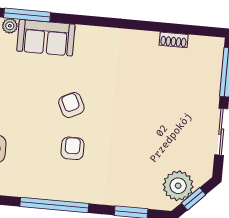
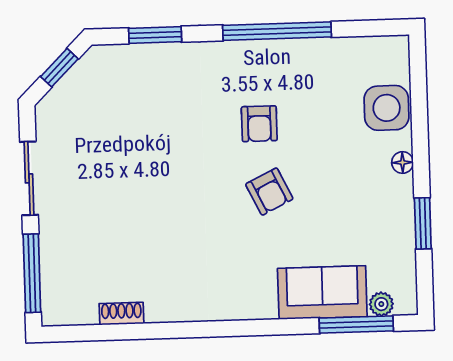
plant: (178, 186) -> (86, 85), removed

